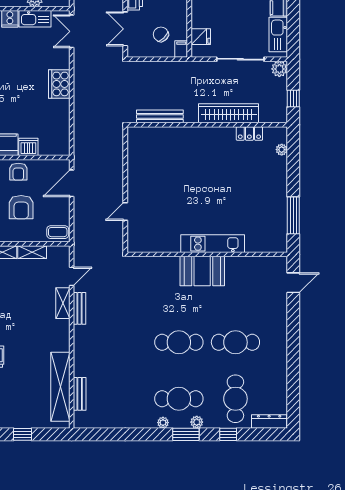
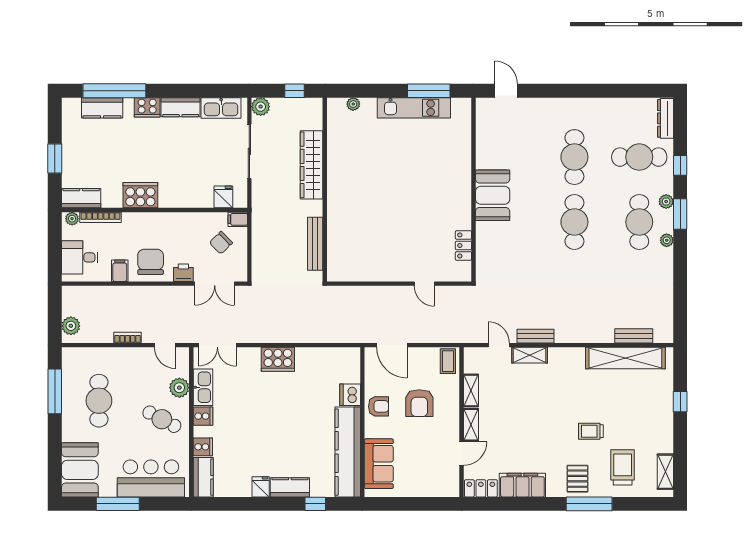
locker: (249, 133) -> (463, 245), moved, turned 180
armchair: (21, 207) -> (419, 403), turned 90
kitchen unit: (213, 244) -> (414, 108), moved, turned -90

